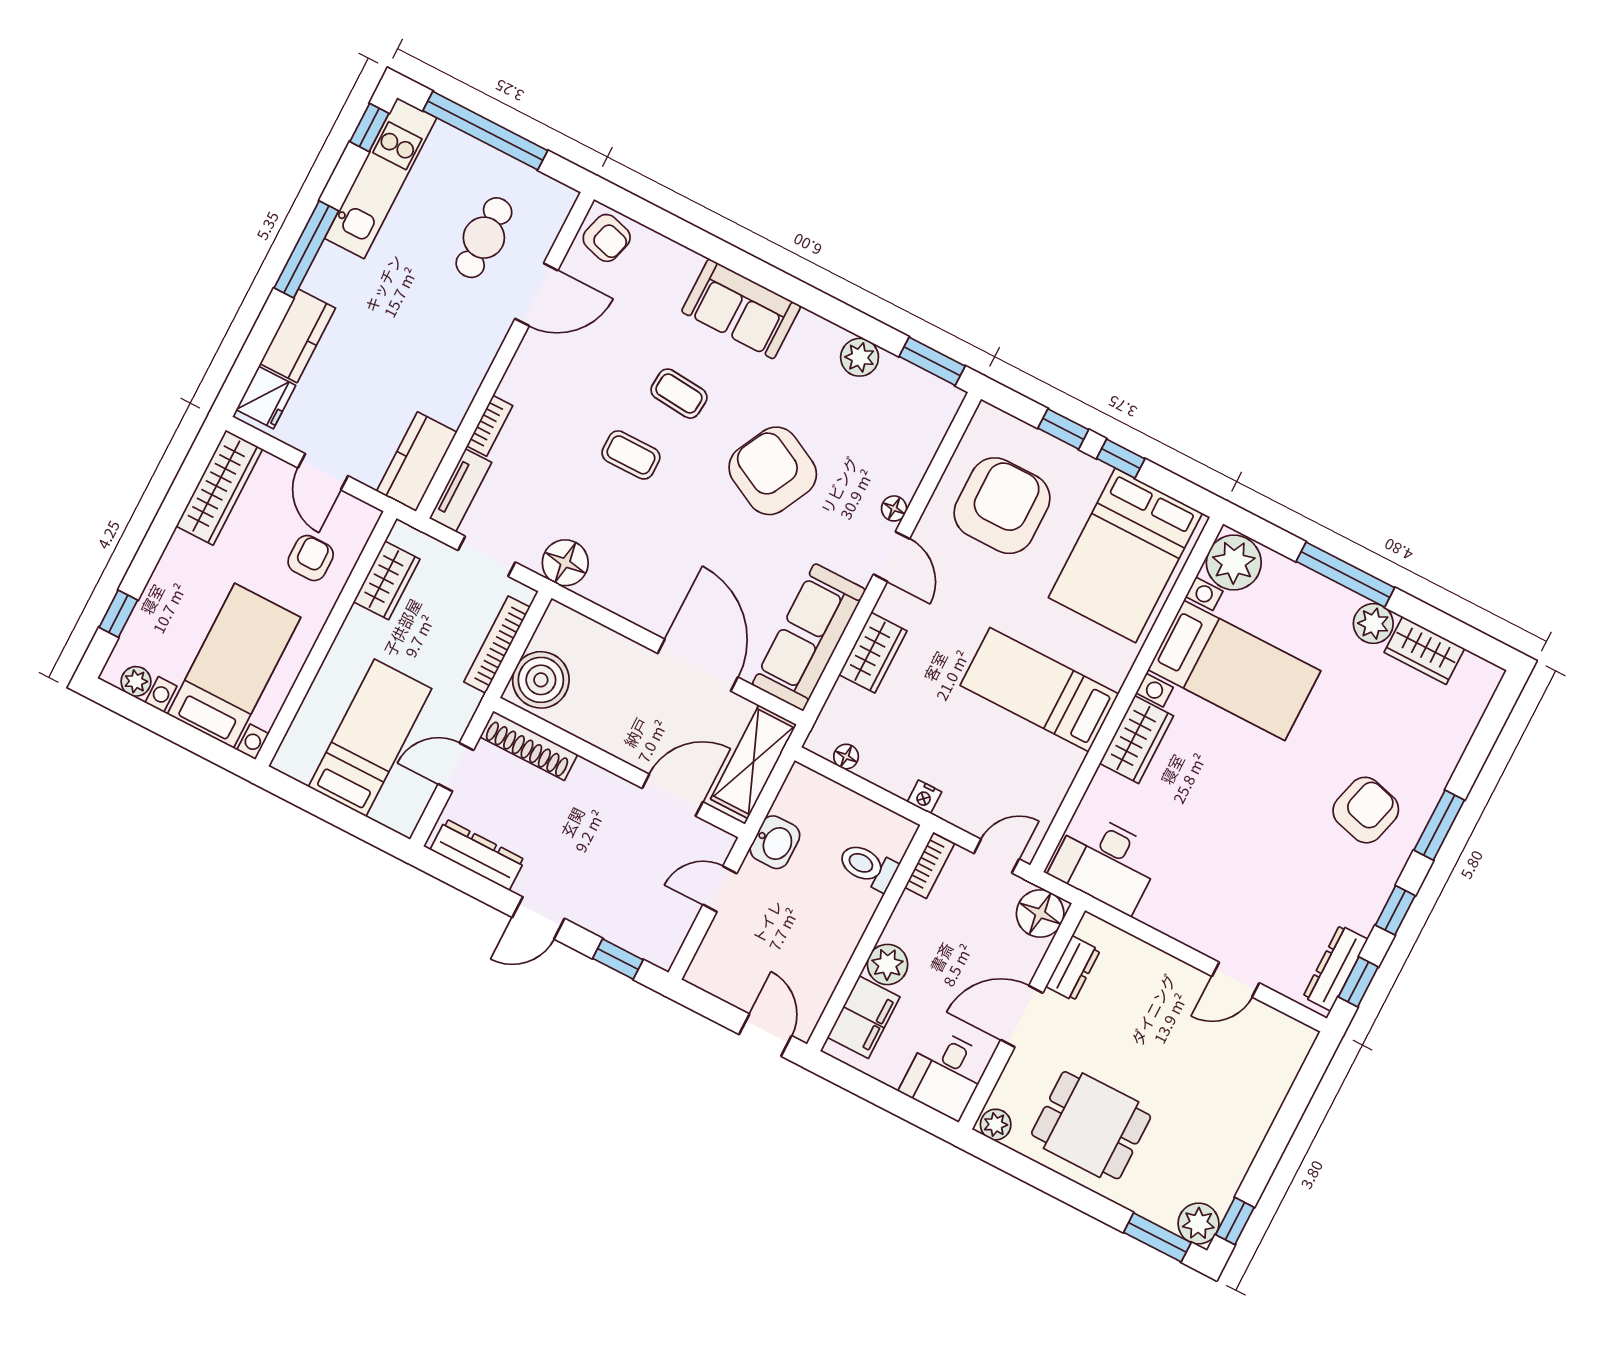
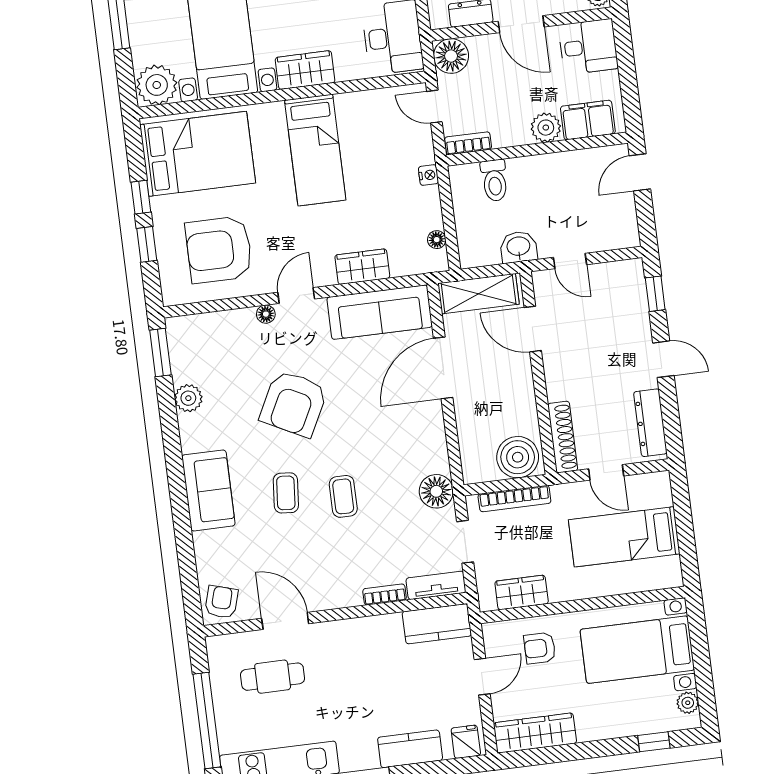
fridge: (266, 397) -> (466, 742), width x0.72

